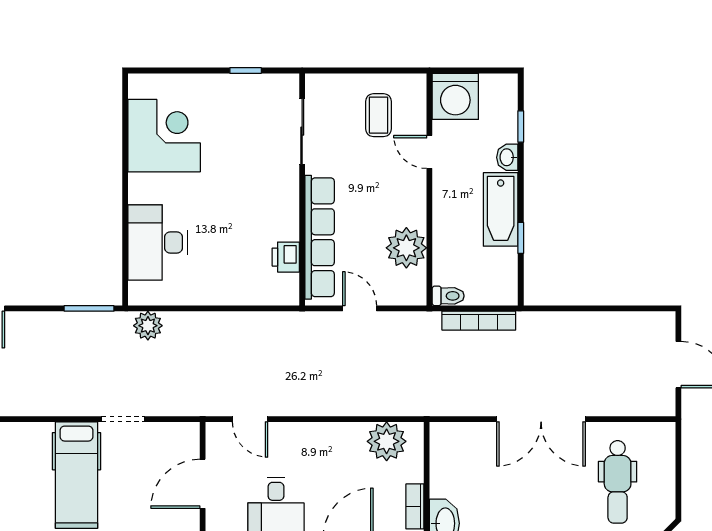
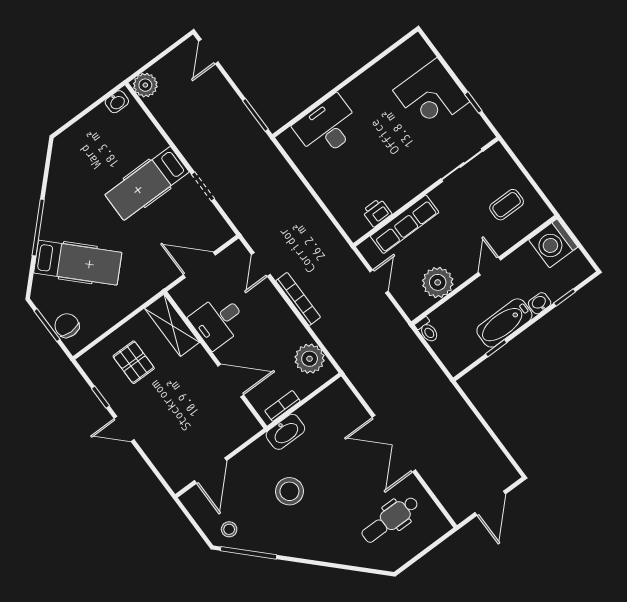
corner desk: (164, 136) -> (431, 96), moved, turned 90
door: (429, 152) -> (489, 266), moved
row of seats: (320, 237) -> (405, 224), width x0.73
bookcase: (479, 321) -> (298, 299), moved, turned 180
plant: (148, 326) -> (272, 159), removed

